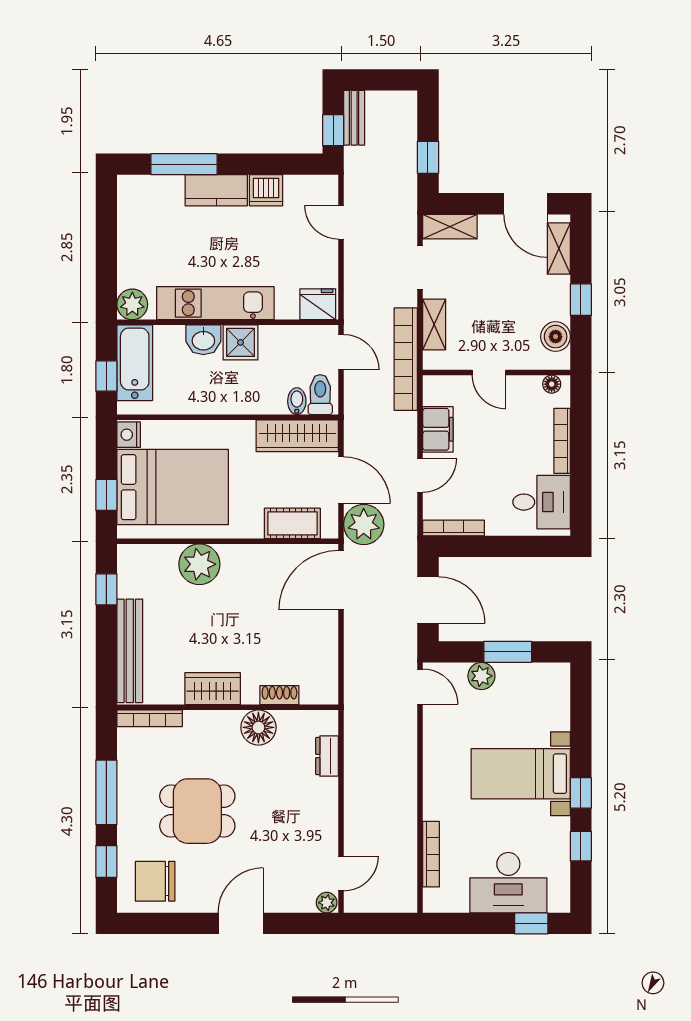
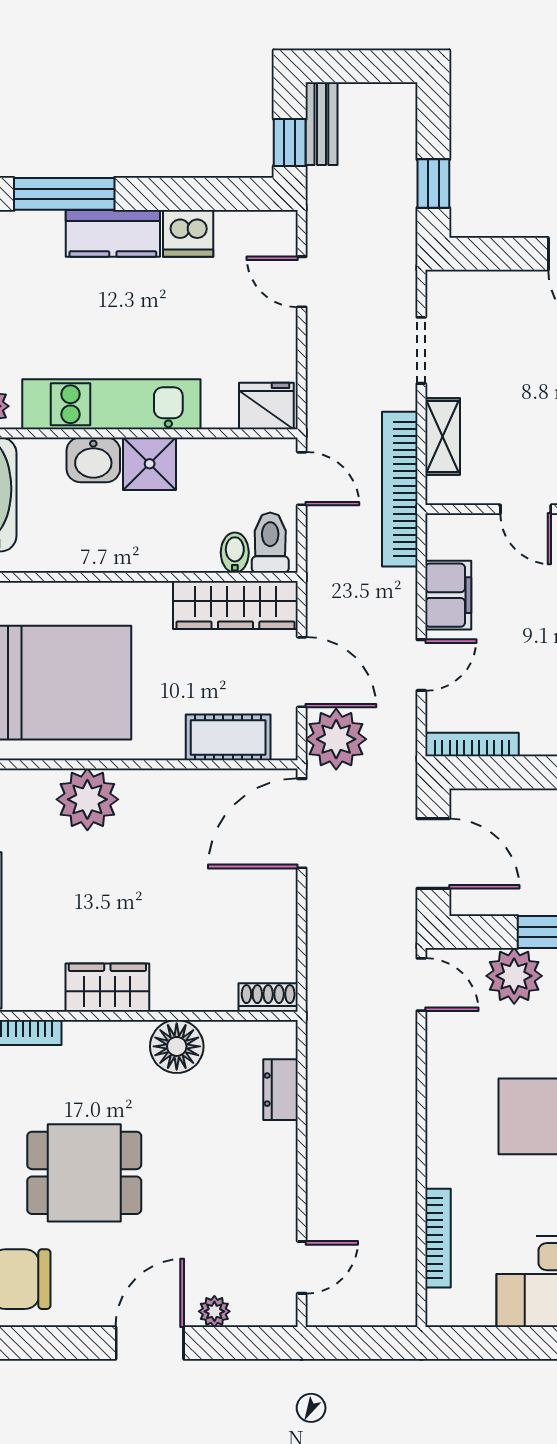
shelving: (450, 227) -> (467, 288), removed
plant: (481, 676) -> (514, 976), width x1.36, depth x1.36
shoe rack: (279, 695) -> (268, 998), moved
plant: (327, 903) -> (214, 1311), moved

